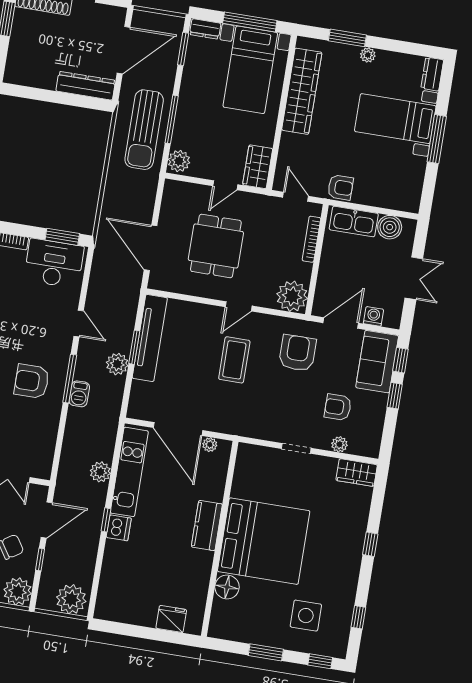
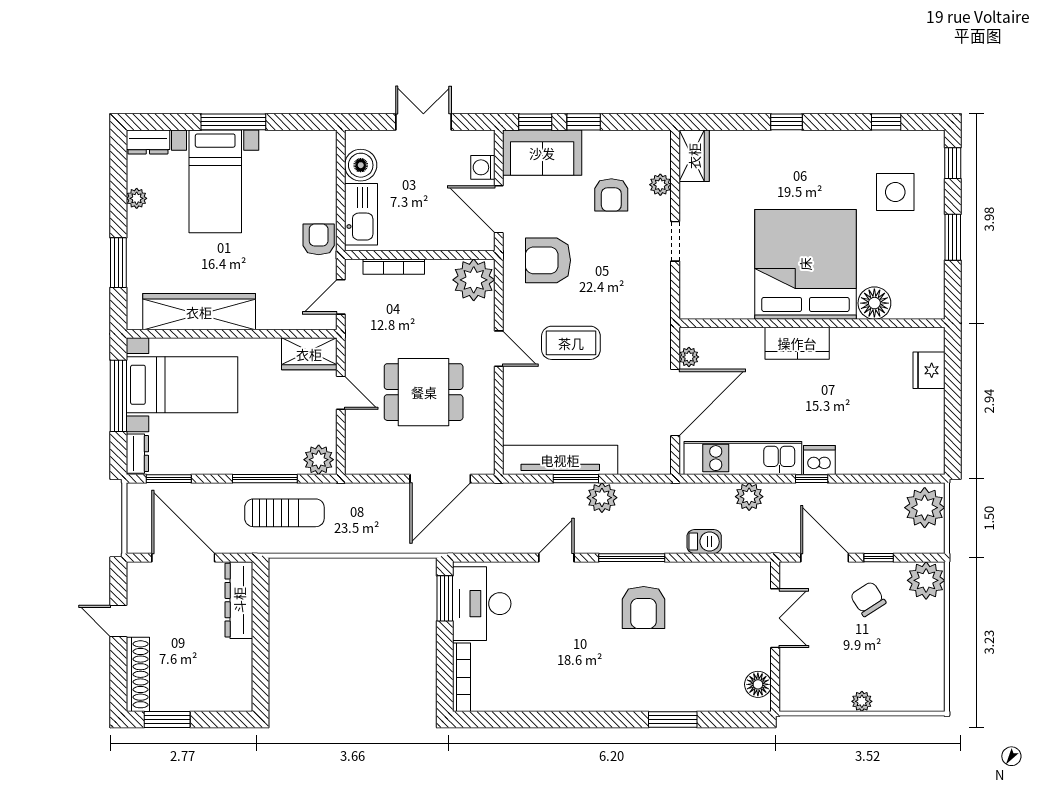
plant: (368, 55) -> (137, 198), moved
sun lounger: (144, 130) -> (284, 513), width x0.73, depth x0.75
barbecue: (79, 394) -> (704, 542), moved

